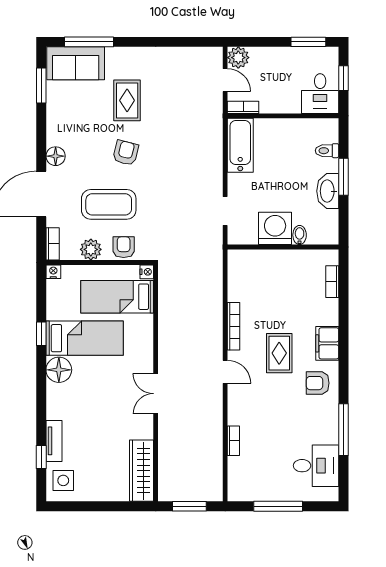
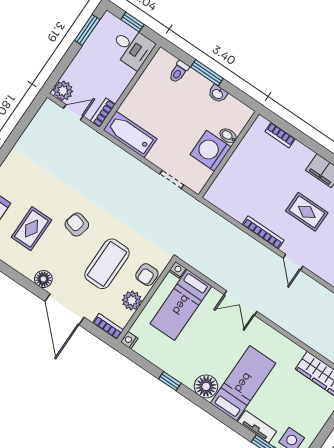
rug: (127, 100) -> (31, 229), moved, turned 90
washbasin: (328, 191) -> (218, 94), width x0.52, depth x0.69
armchair: (124, 247) -> (147, 275), turned -90
bed: (85, 338) -> (243, 383), moved
door: (225, 372) -> (293, 262), swing flipped
double door: (156, 394) -> (241, 303), moved

